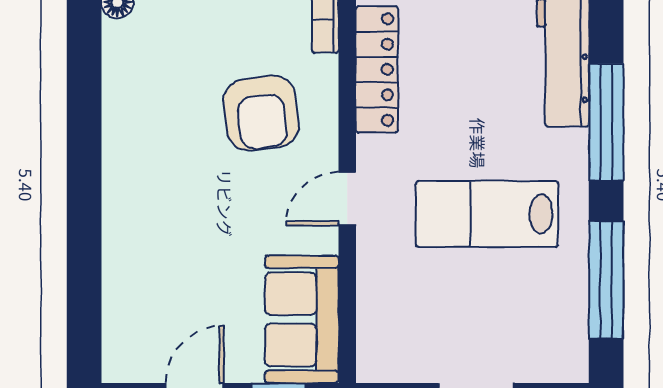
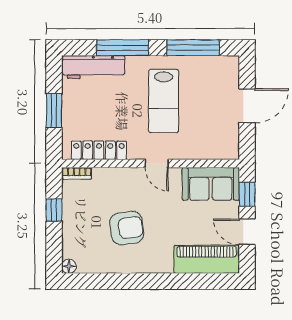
armchair: (261, 113) -> (127, 228), moved
piano: (133, 310) -> (207, 259), added

